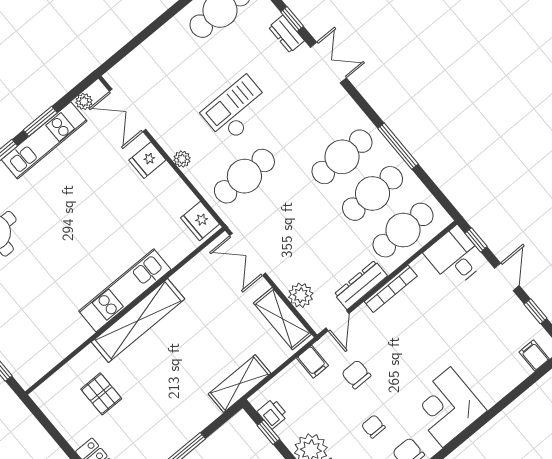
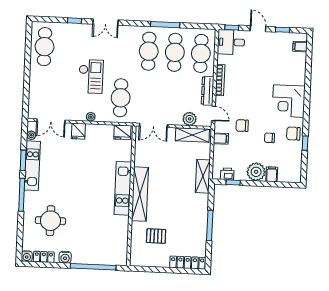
dresser: (286, 34) -> (79, 28), removed
double door: (328, 63) -> (106, 22), swing flipped
checkout: (237, 110) -> (91, 76), turned 180

